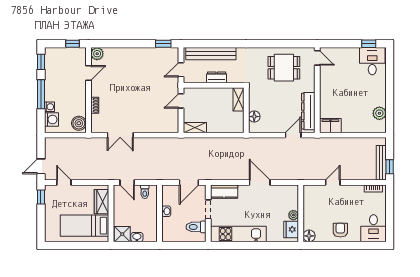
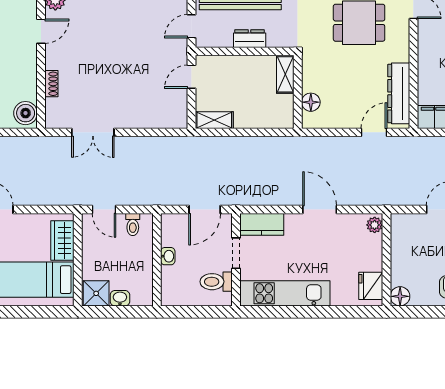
plant: (293, 215) -> (375, 225), moved

